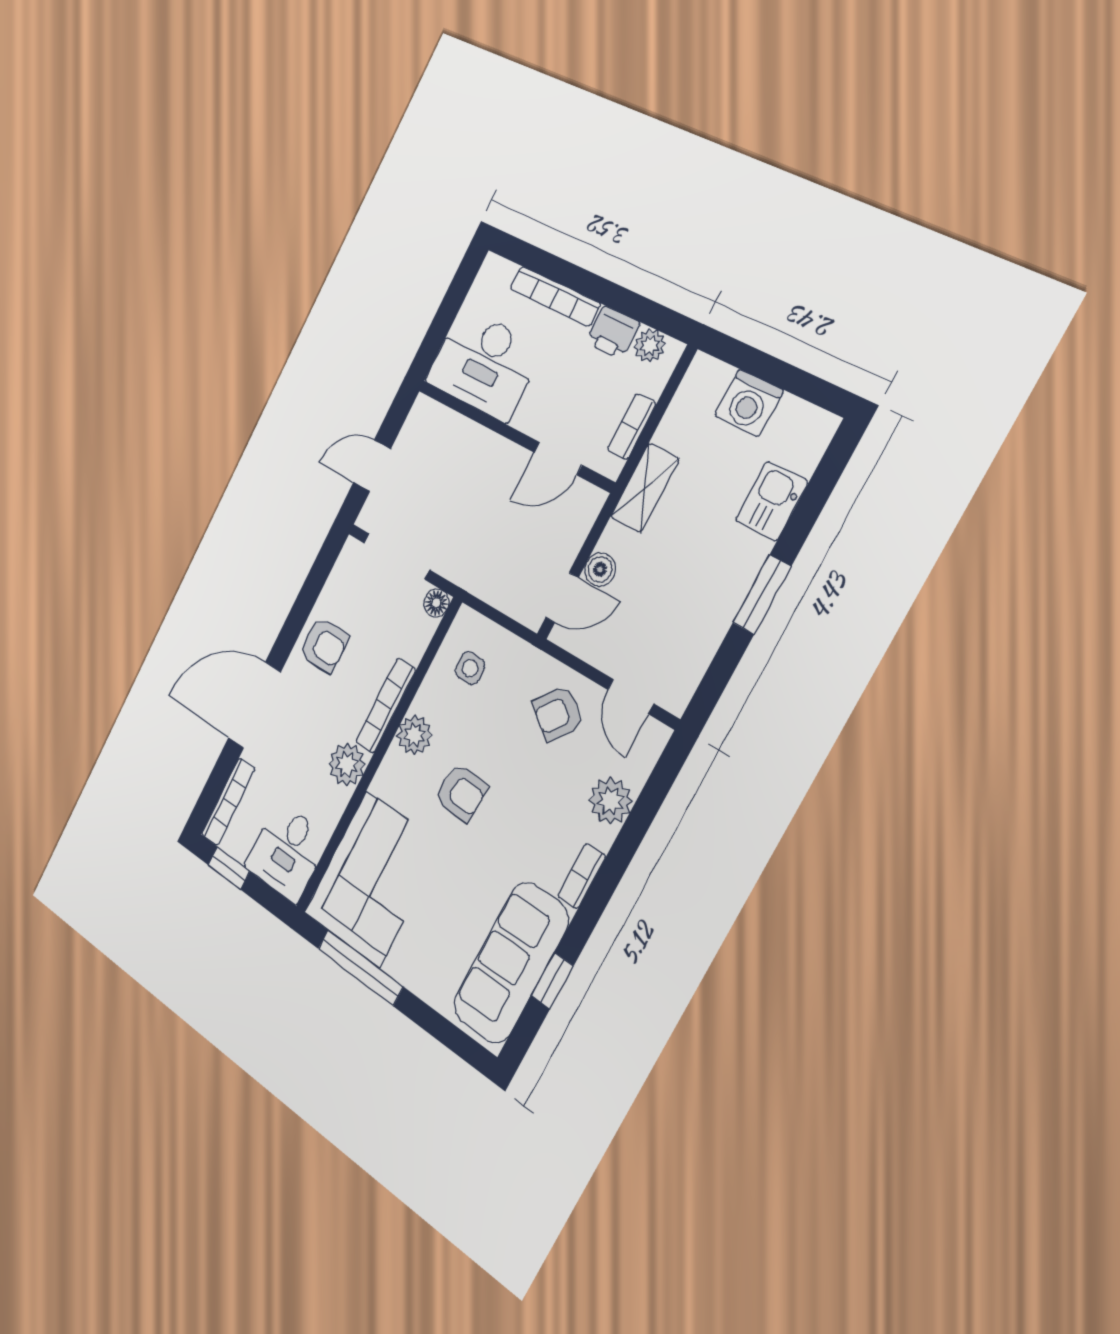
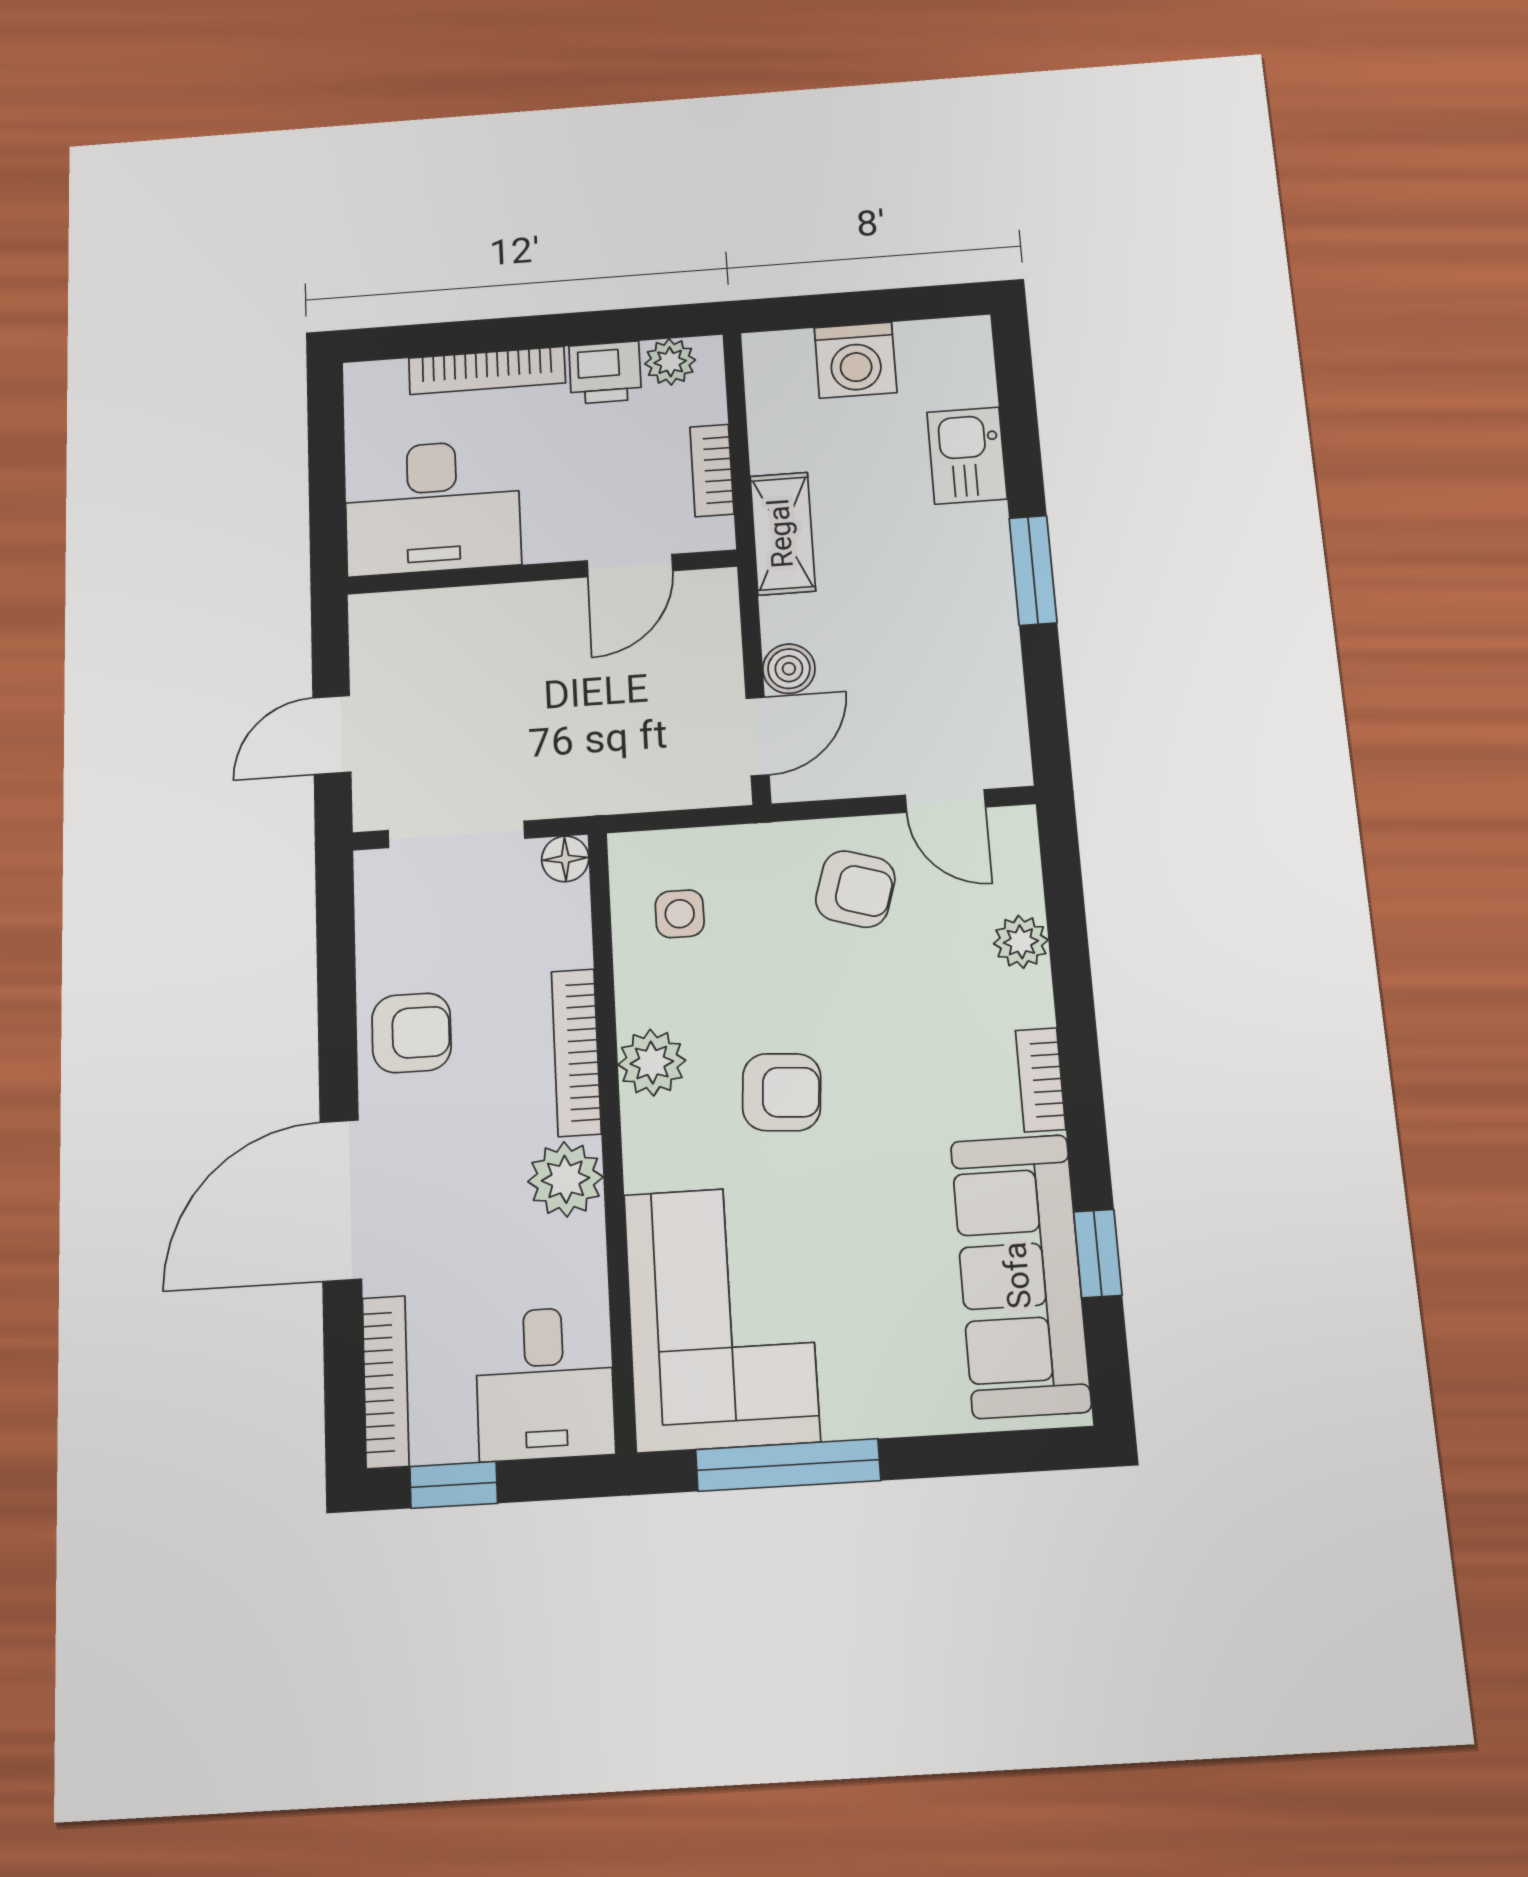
armchair: (558, 713) -> (855, 889), turned -110
plant: (611, 801) -> (1021, 942), width x0.73, depth x0.73

